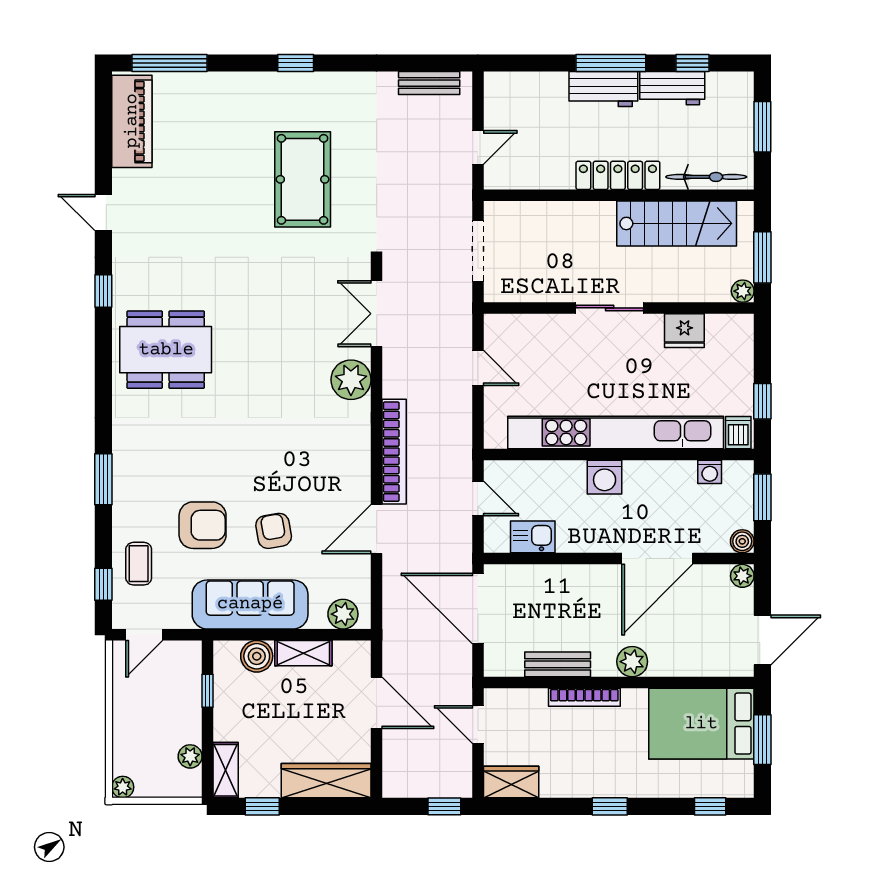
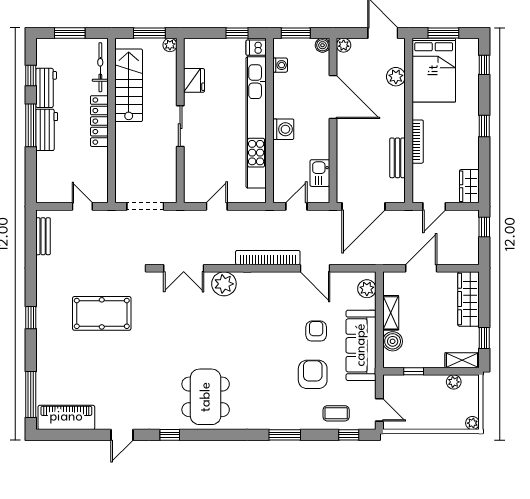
armchair: (274, 531) -> (316, 331), turned 100
plant: (632, 662) -> (396, 77), moved

